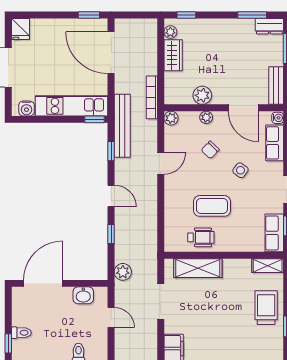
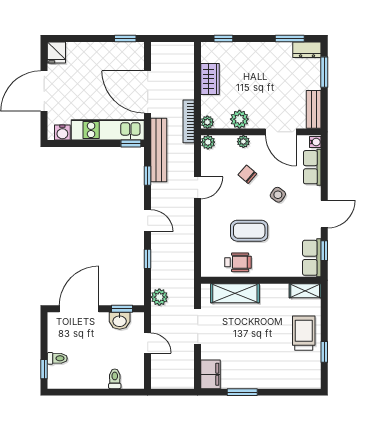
plant: (170, 32) -> (207, 122), moved
door: (111, 53) -> (148, 92), moved
chair: (210, 150) -> (247, 174), turned 87
window: (86, 283) -> (122, 309), added

